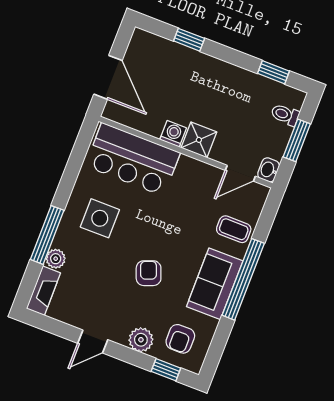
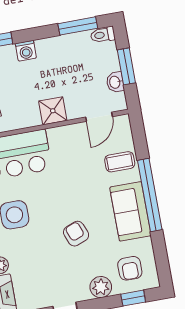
window: (274, 72) -> (78, 26), width x1.50
toilet: (285, 115) -> (103, 35), moved
washing machine: (173, 134) -> (26, 51), moved, turned 180
washbasin: (269, 170) -> (115, 82), moved

